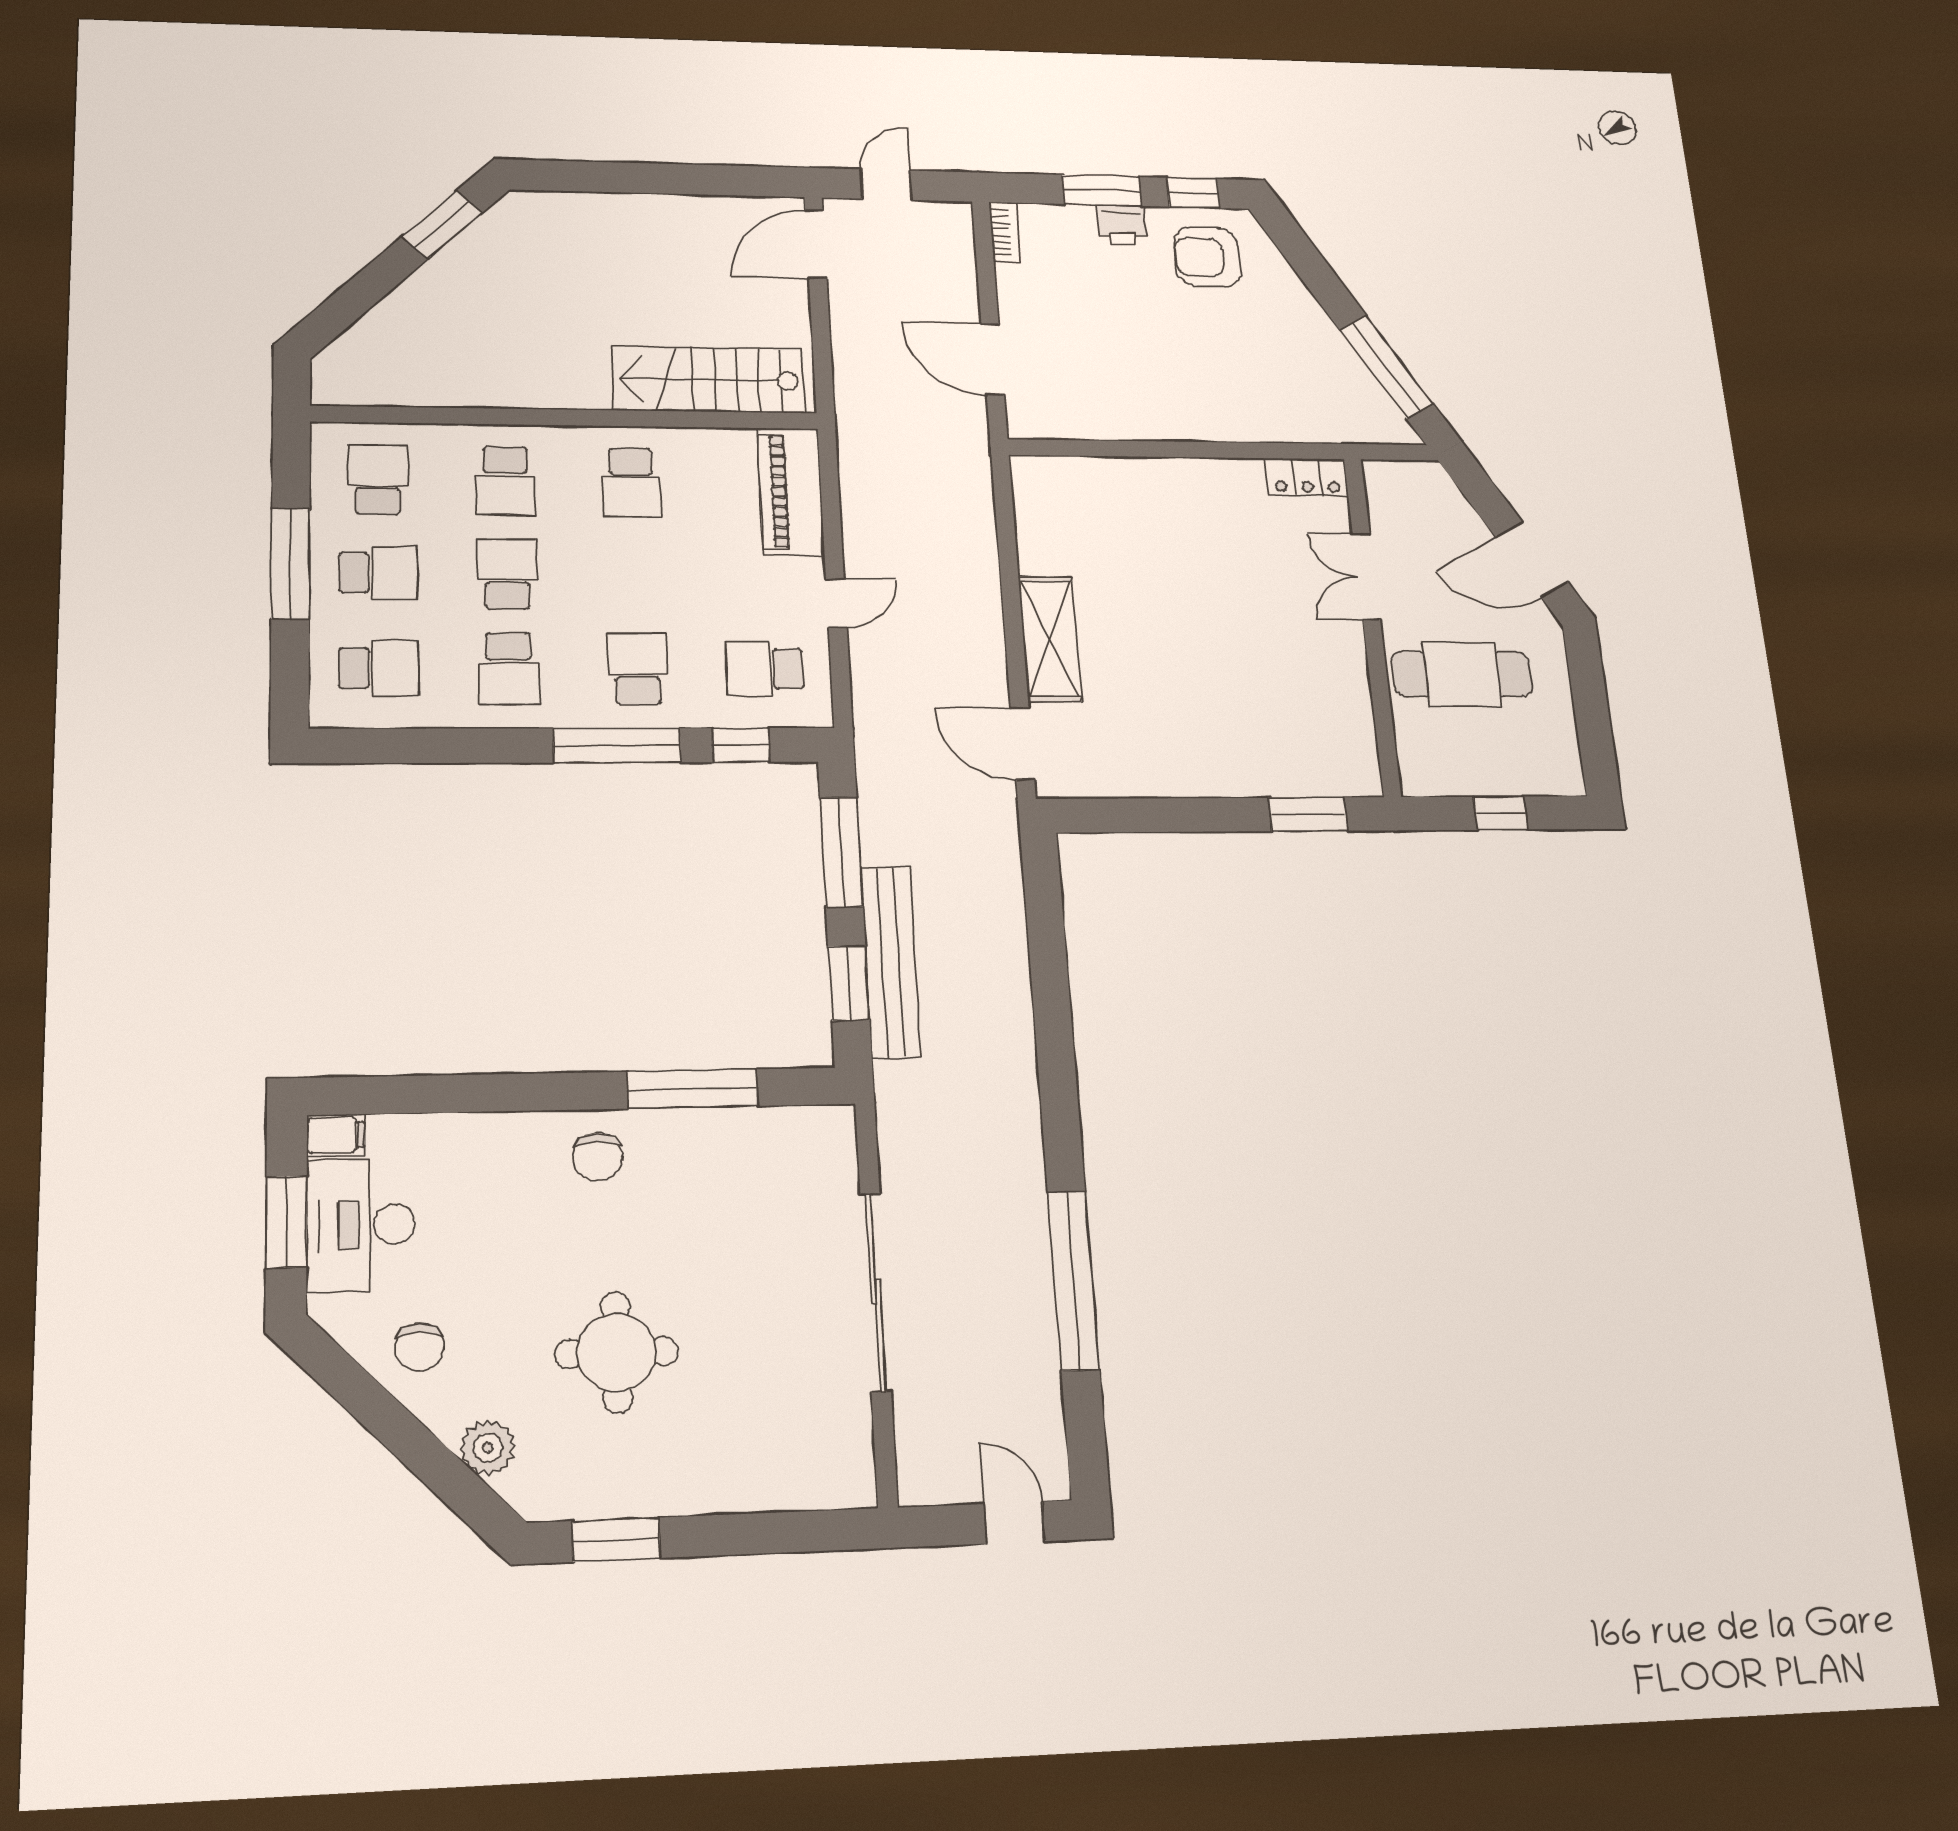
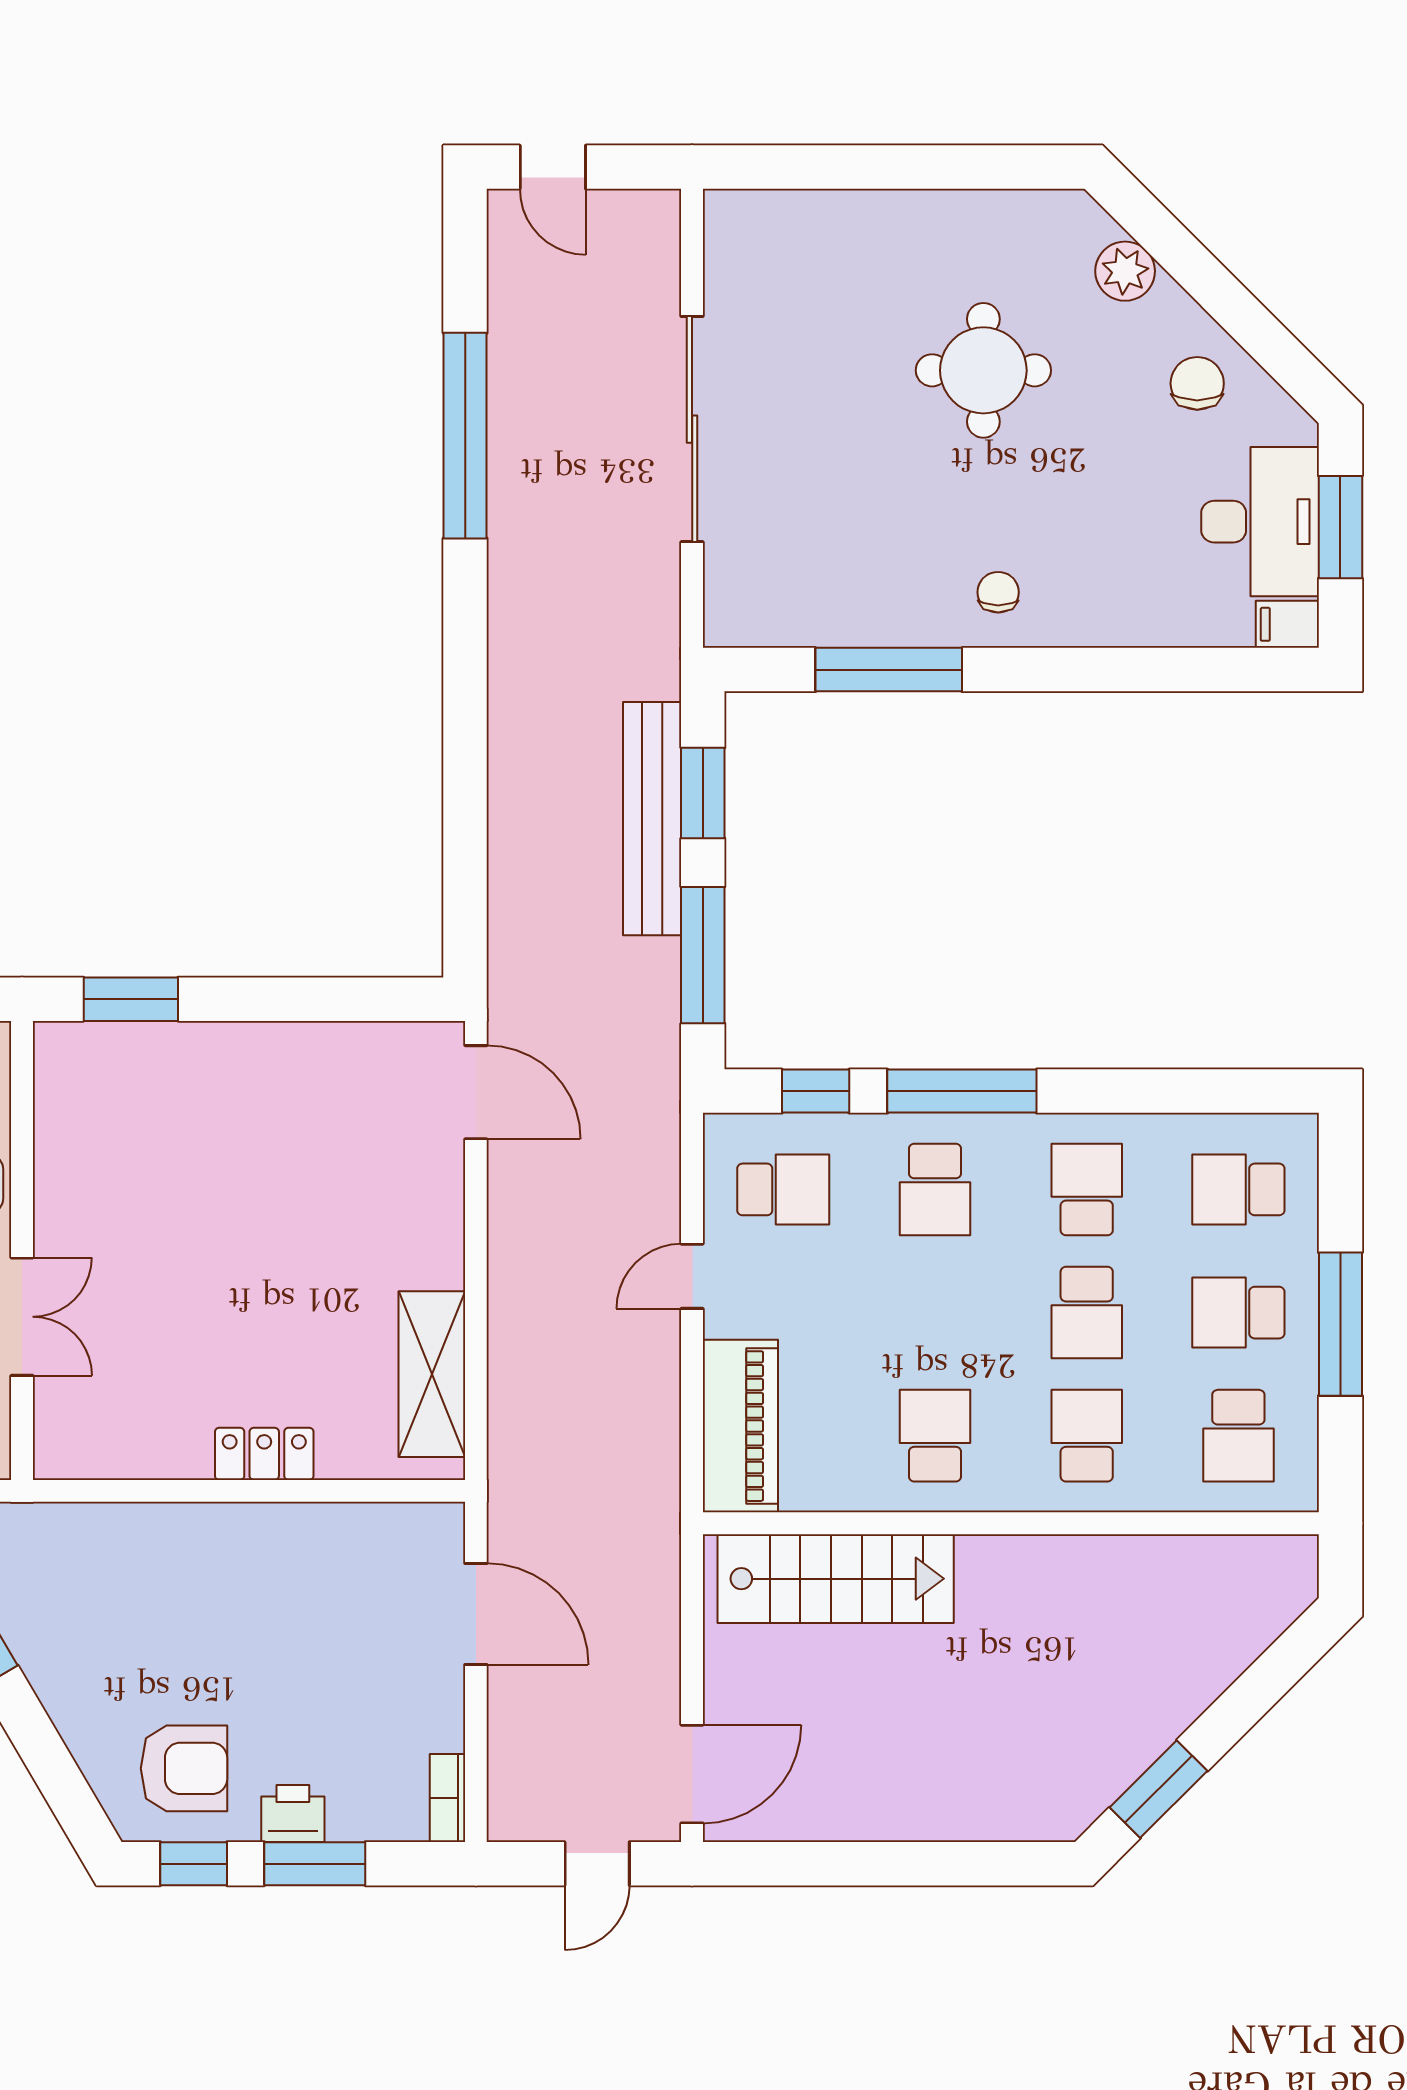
locker: (1307, 477) -> (264, 1454), moved
shelving: (1050, 639) -> (432, 1374), moved
chair: (598, 1157) -> (998, 592), width x0.73, depth x0.73
window: (616, 1540) -> (990, 167), removed

